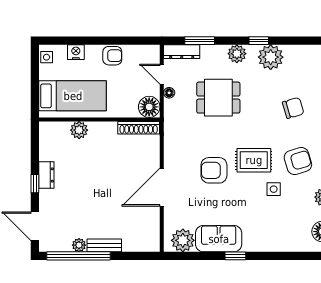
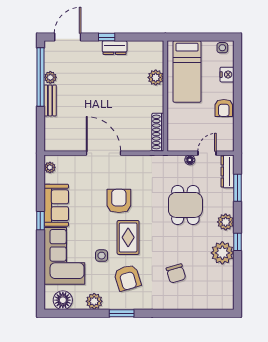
floor lamp: (149, 107) -> (177, 142), removed
corner sofa: (274, 230) -> (64, 256), added
plant: (183, 240) -> (50, 167), width x0.53, depth x0.53

